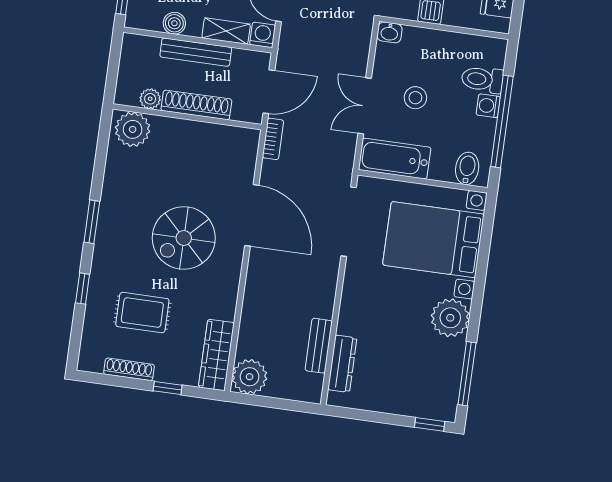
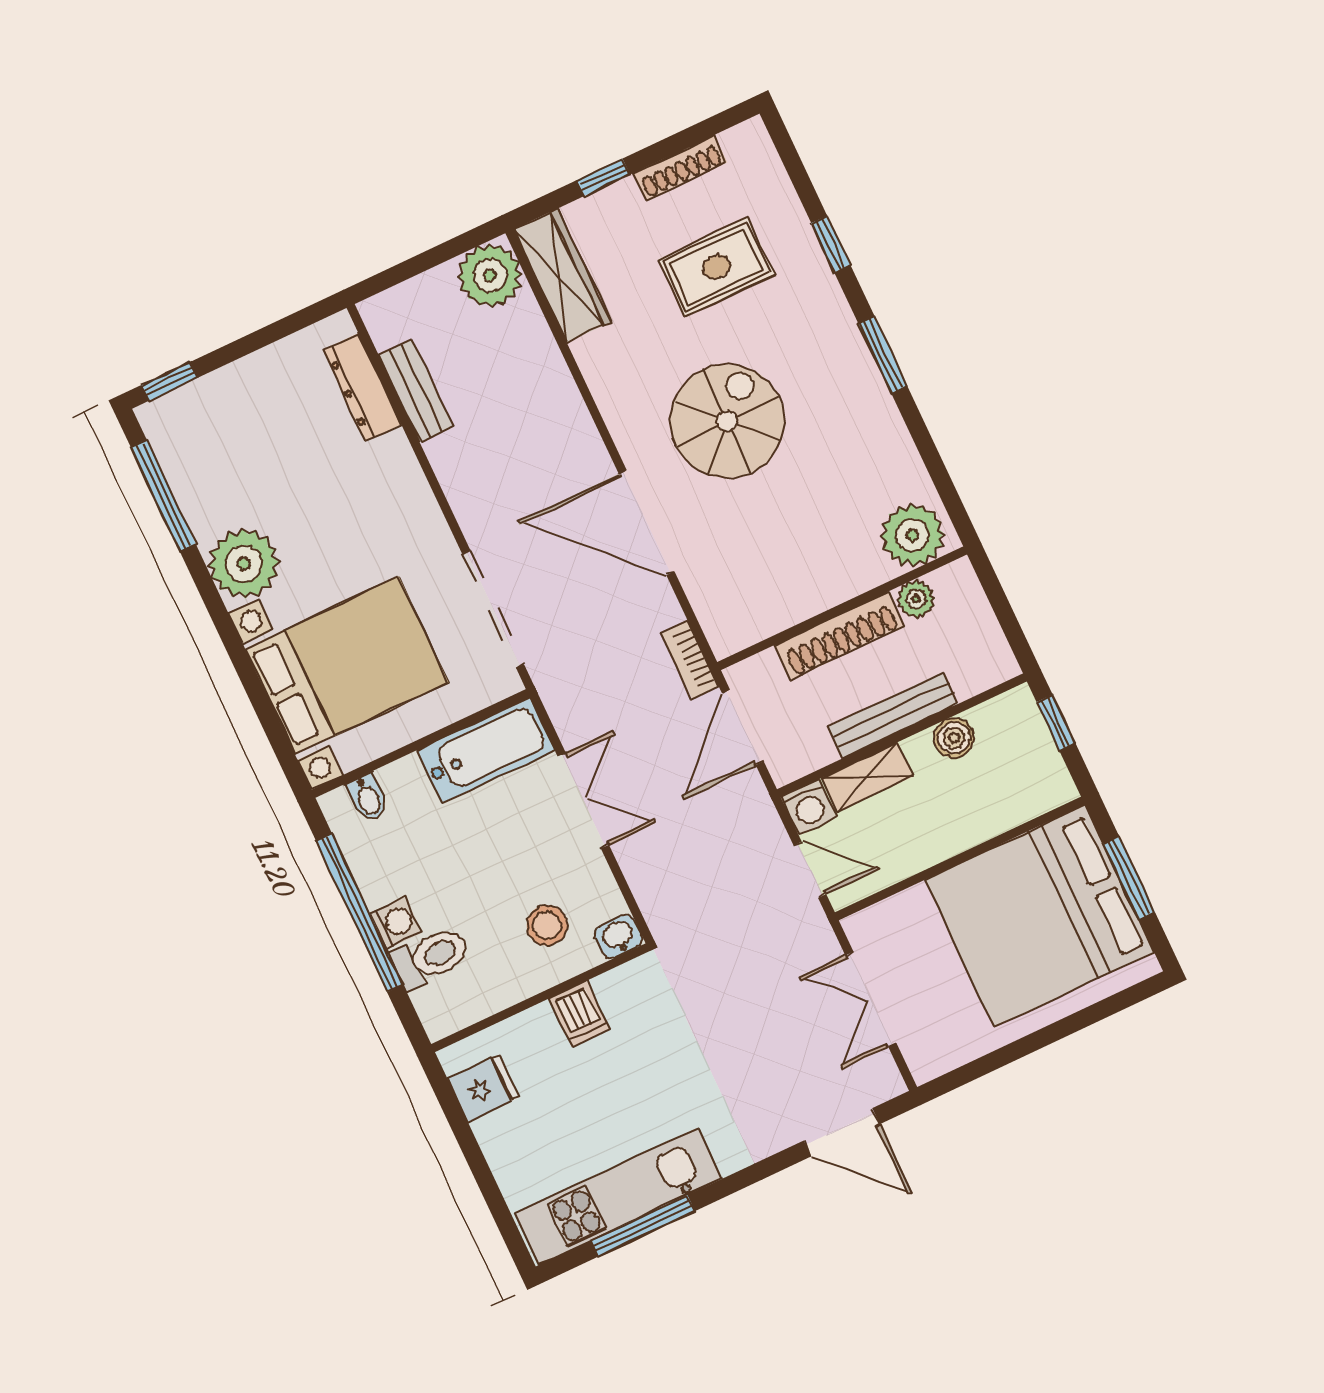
stool: (415, 98) -> (547, 925), moved
bidet: (467, 168) -> (368, 798), width x0.72, depth x0.74

